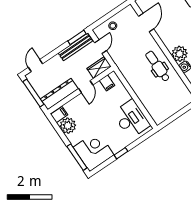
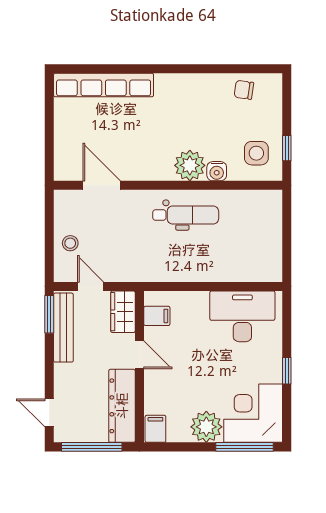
dental chair: (158, 66) -> (186, 215), turned 180
plant: (68, 126) -> (206, 427), moved

